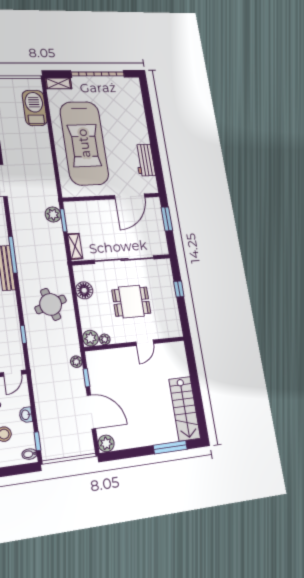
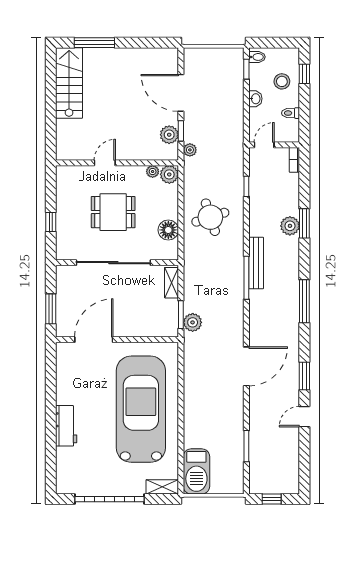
barbecue: (35, 108) -> (196, 471), moved
workbench: (145, 160) -> (66, 426), moved
plant: (106, 443) -> (169, 135), moved

